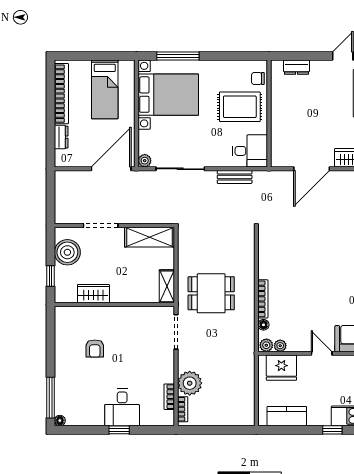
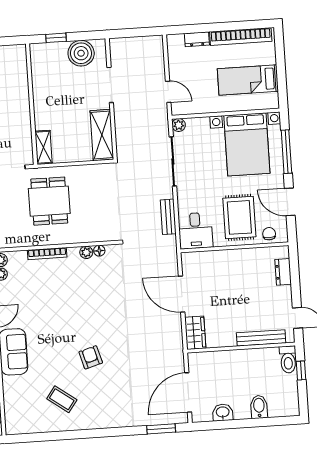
door: (228, 56) -> (290, 202), added
door: (111, 169) -> (168, 92), width x0.53
plant: (264, 260) -> (86, 252), added
shelving: (167, 286) -> (44, 147), moved, turned 90
wardrobe: (93, 294) -> (41, 82), removed
floor lamp: (263, 325) -> (99, 251), moved

